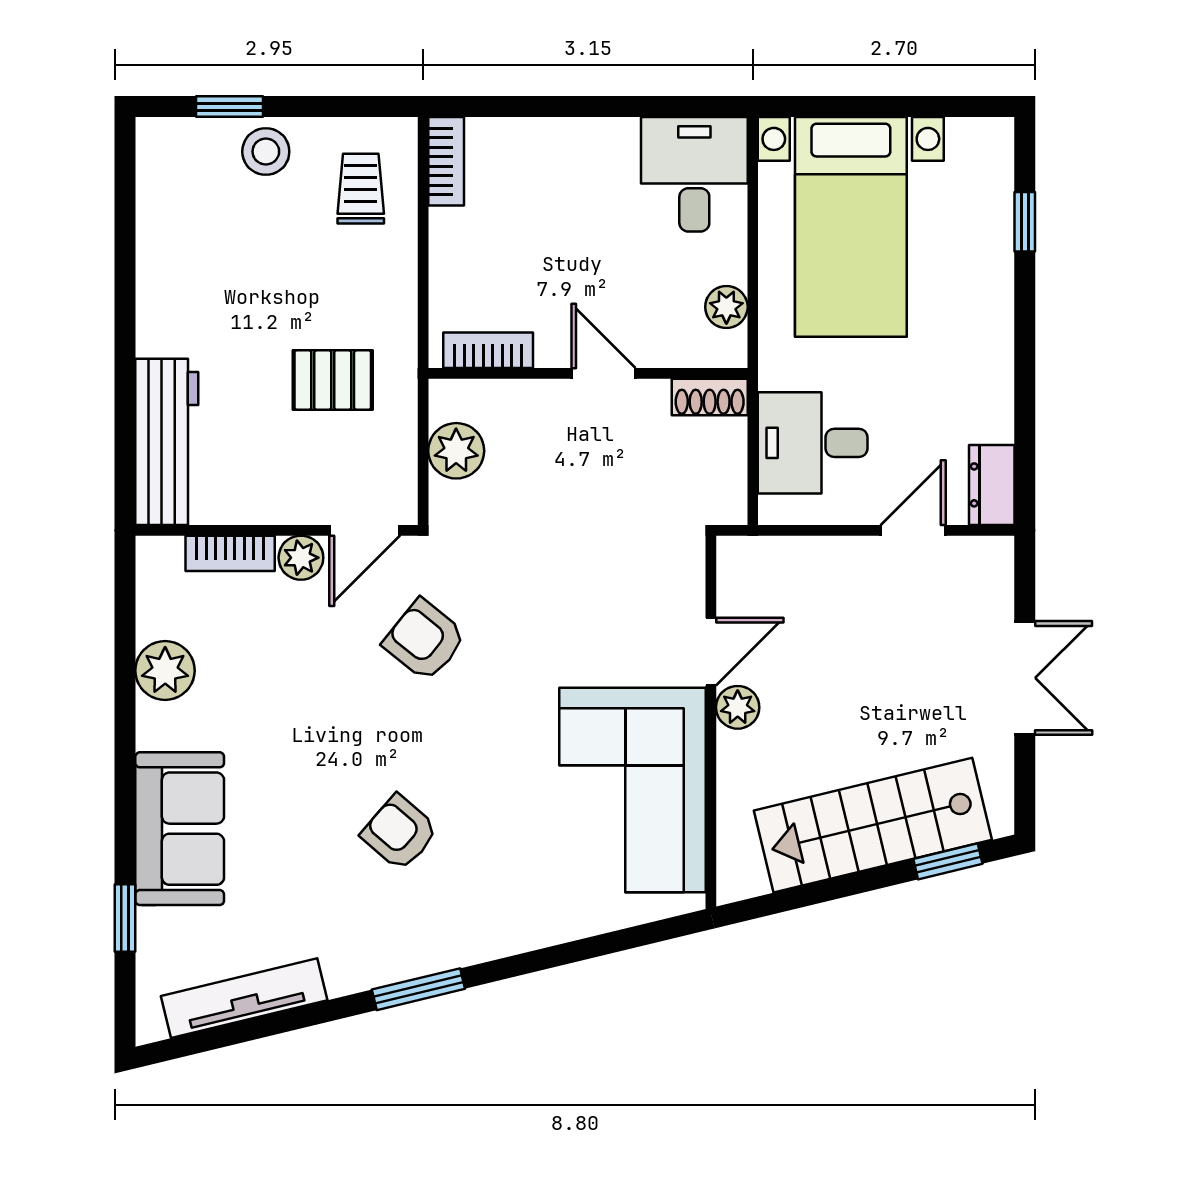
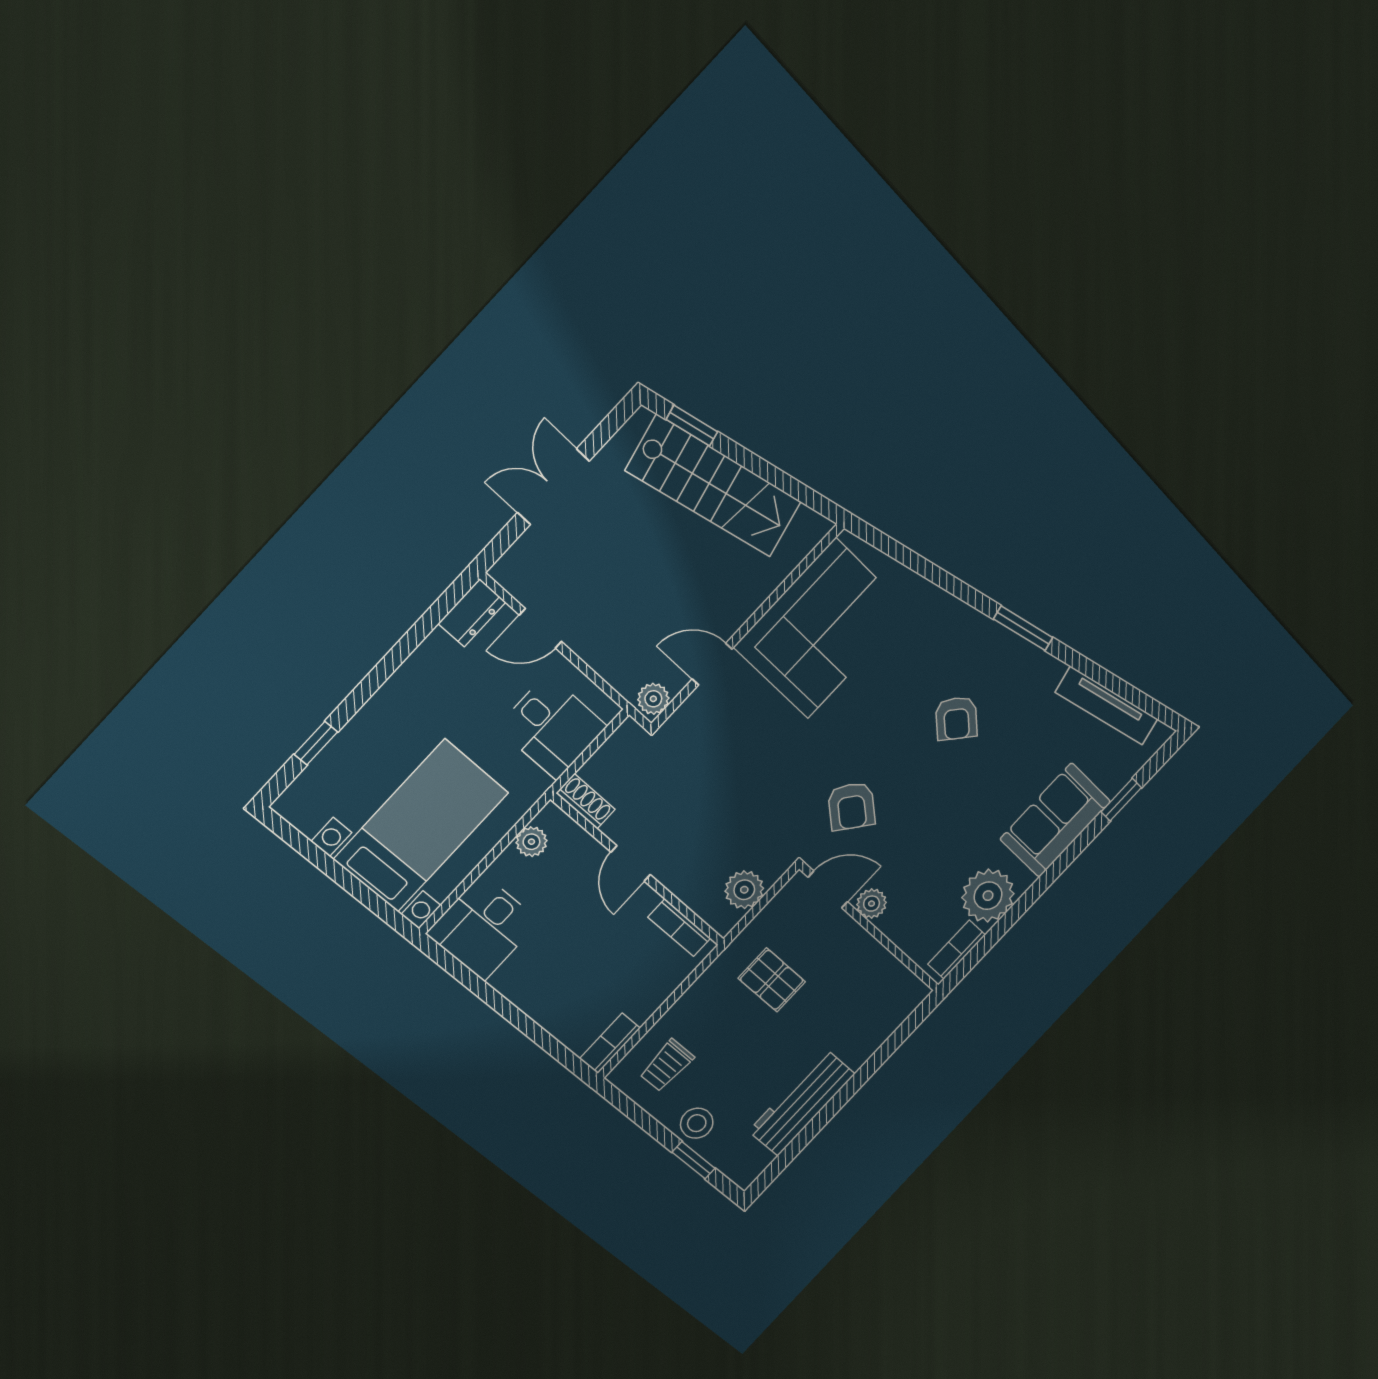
workbench: (167, 442) -> (802, 1102), moved
bookcase: (230, 553) -> (957, 950), moved, turned -90
plant: (165, 671) -> (988, 896), width x1.36, depth x1.36
plant: (738, 707) -> (653, 699), moved

